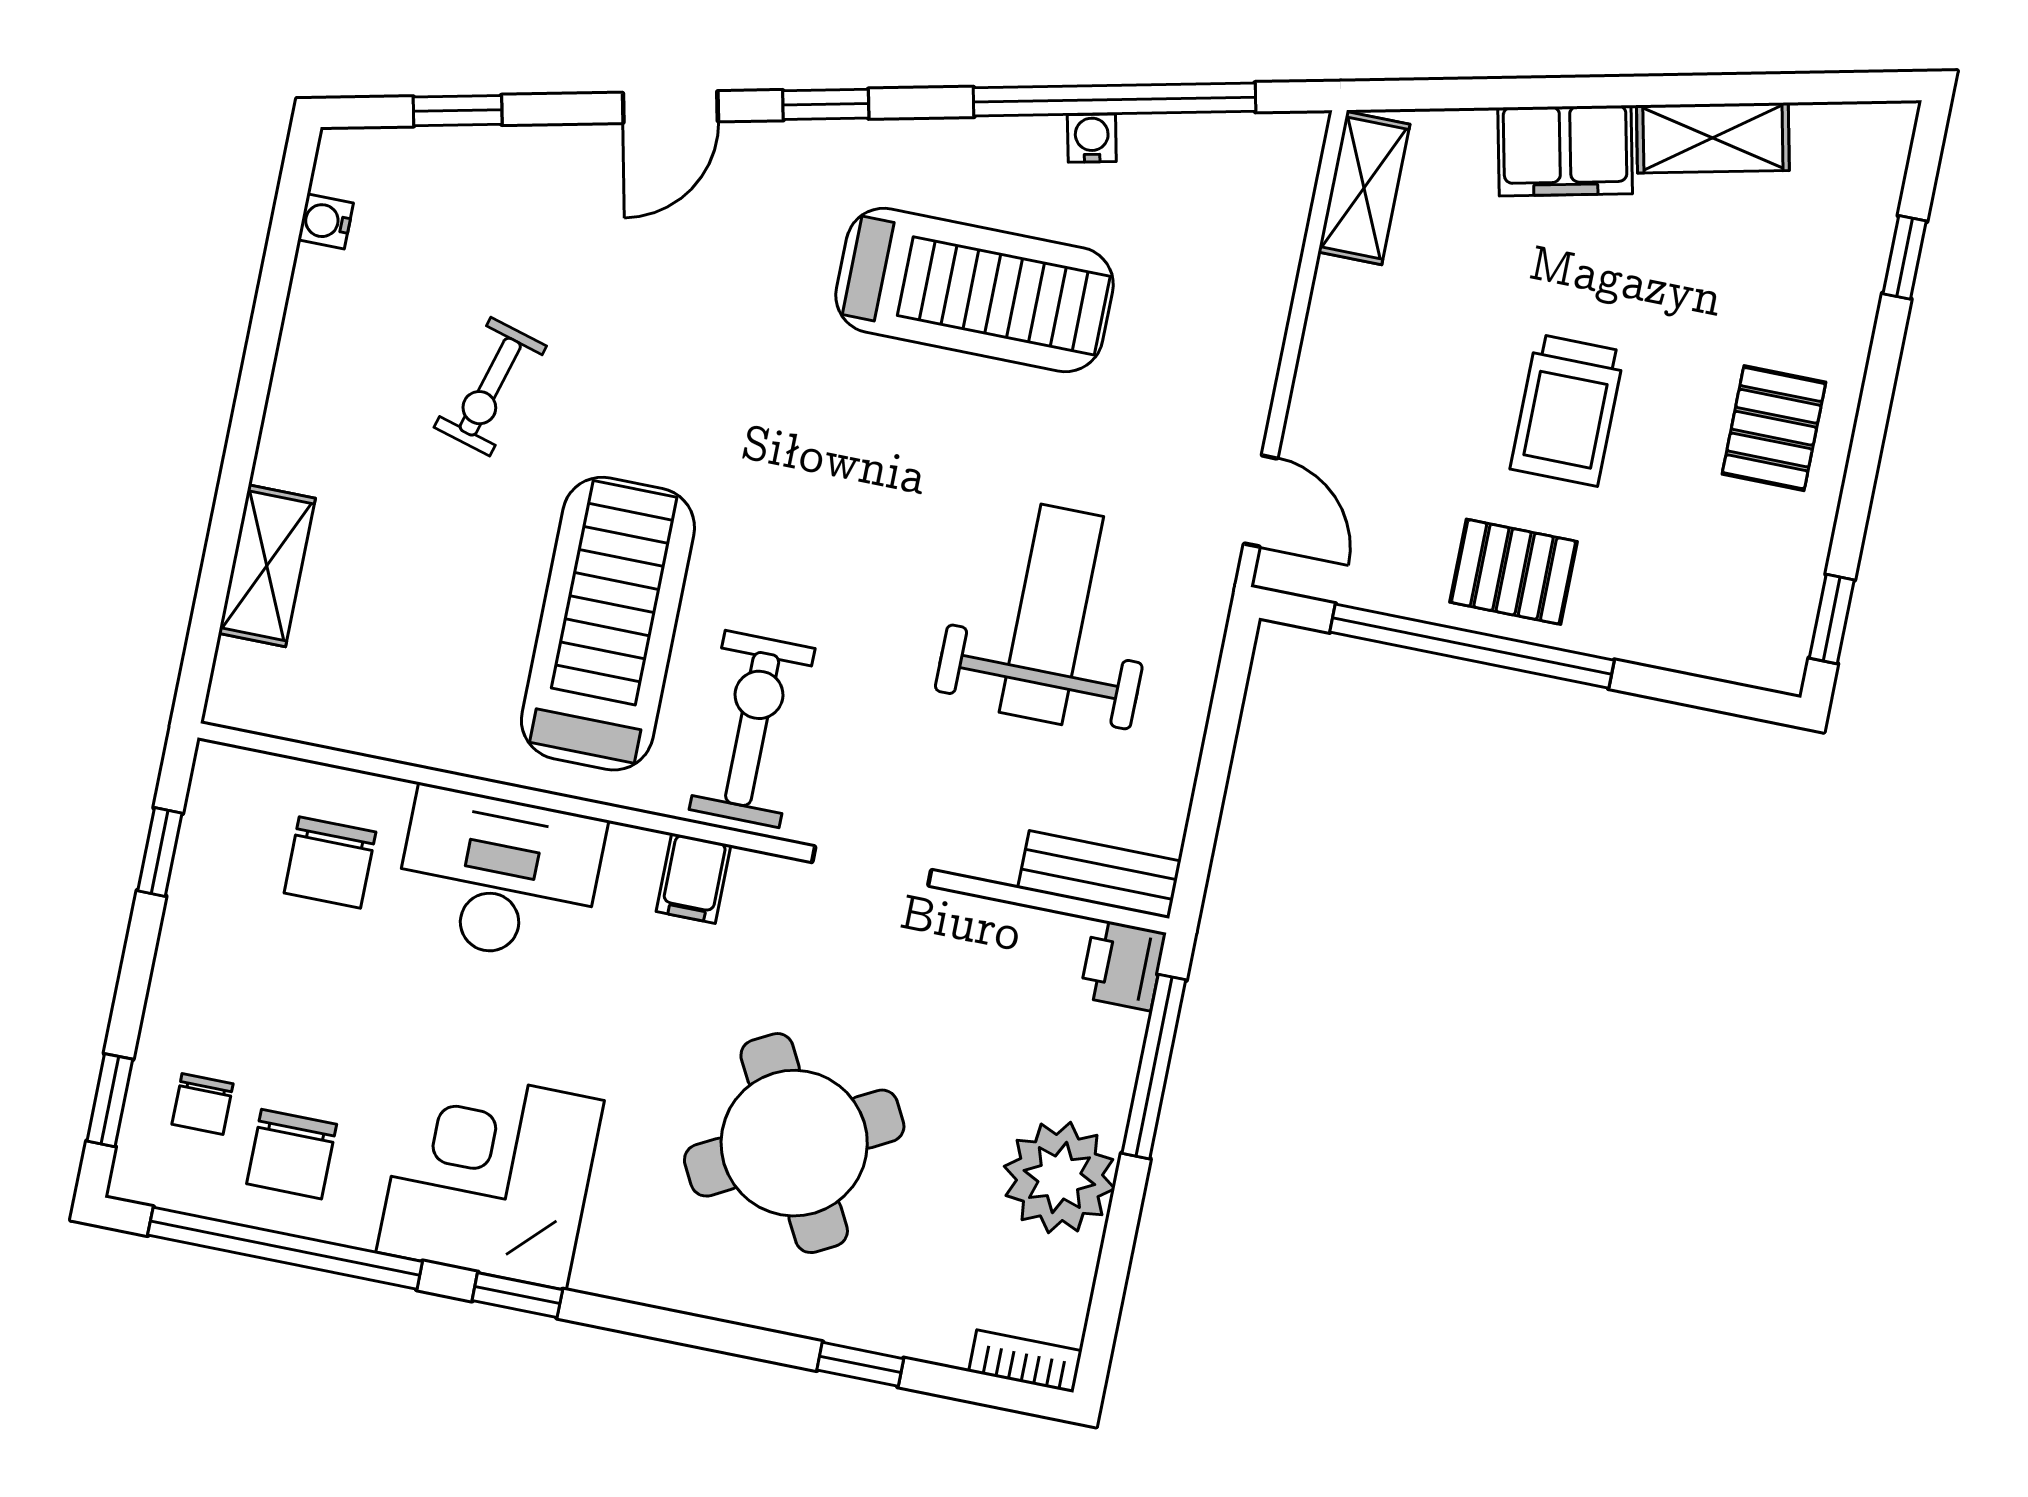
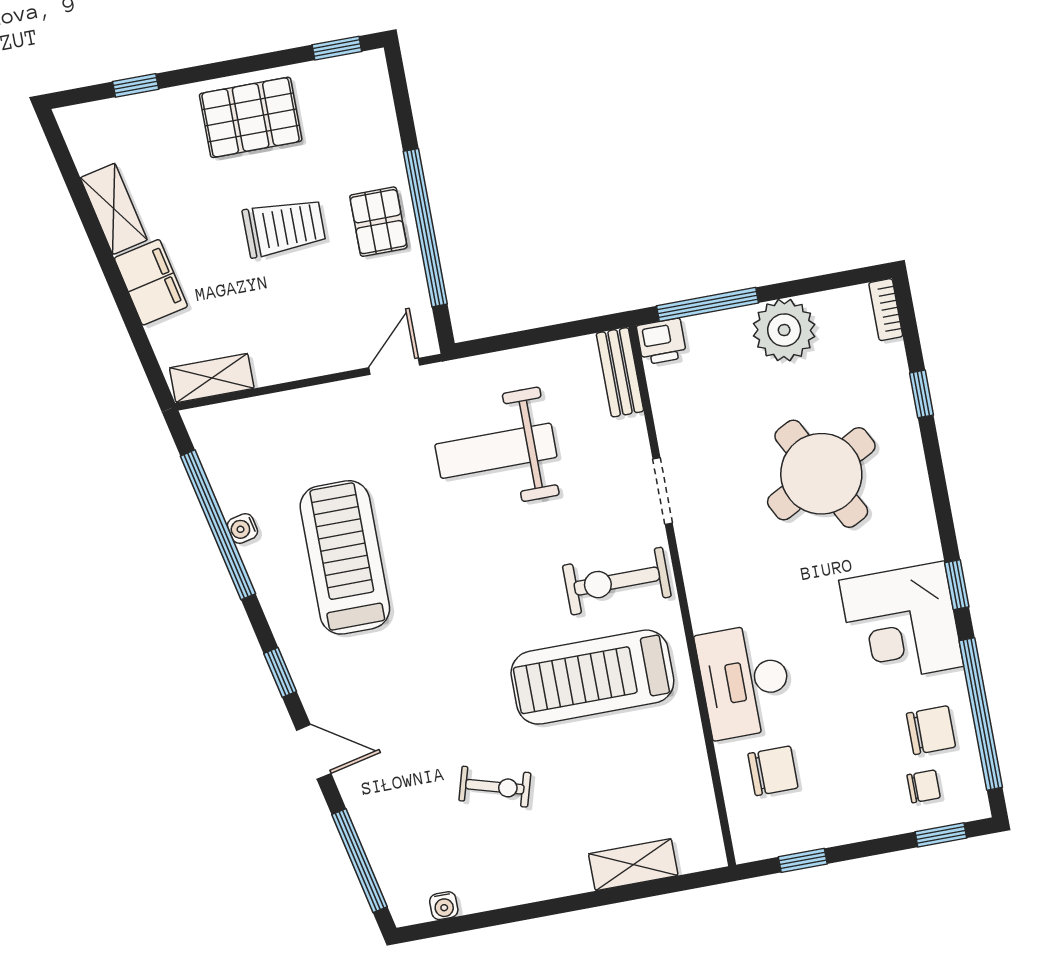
window: (458, 111) -> (360, 861), width x2.17
pallet: (1774, 428) -> (251, 117), width x1.50, depth x1.42
filing cabinet: (694, 878) -> (706, 580), removed

